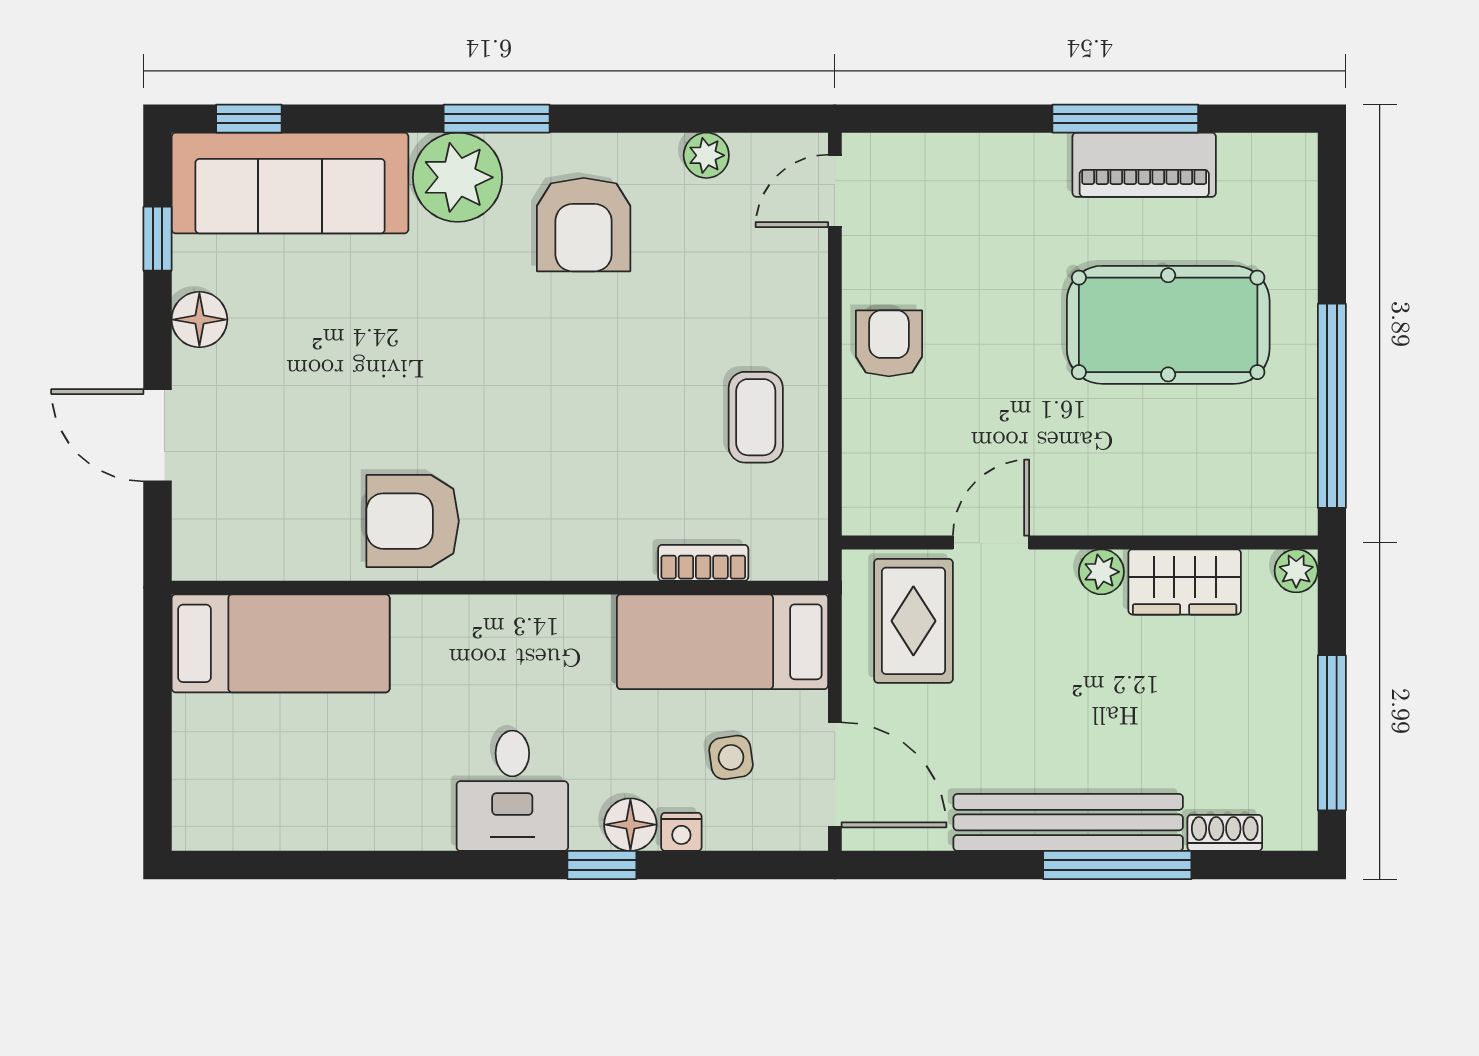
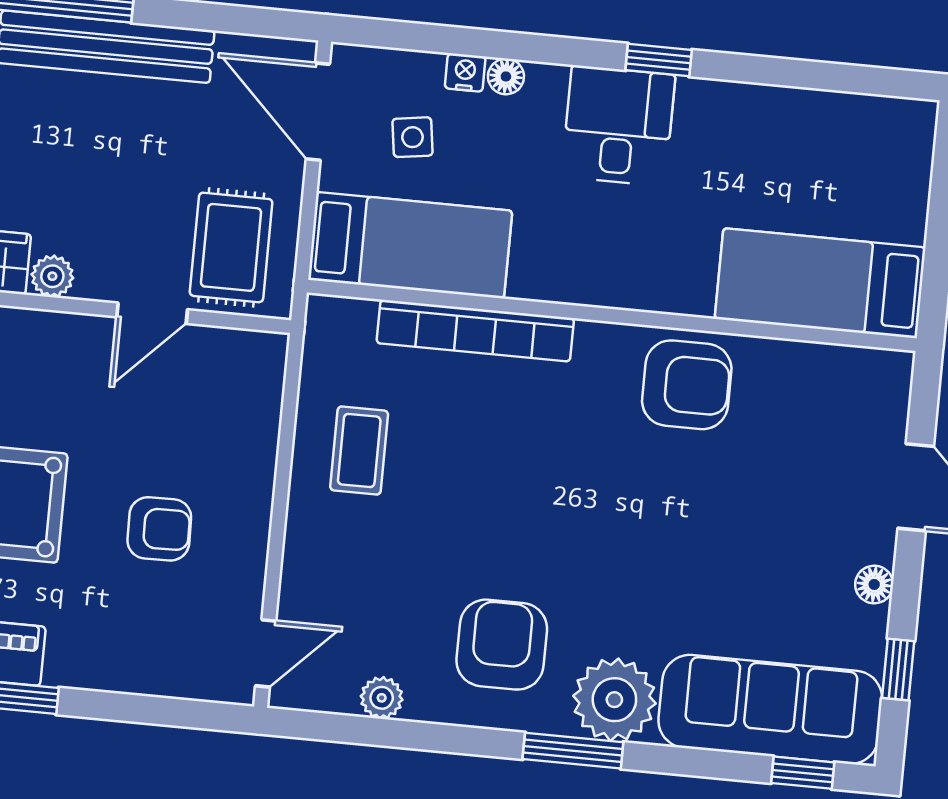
floor lamp: (199, 320) -> (874, 584), width x0.73, depth x0.73
armchair: (889, 343) -> (159, 529), moved, turned -91
bookcase: (703, 563) -> (475, 331), width x2.31, depth x1.31
floor lamp: (630, 825) -> (506, 76), width x0.73, depth x0.73
window: (602, 865) -> (659, 60), moved

